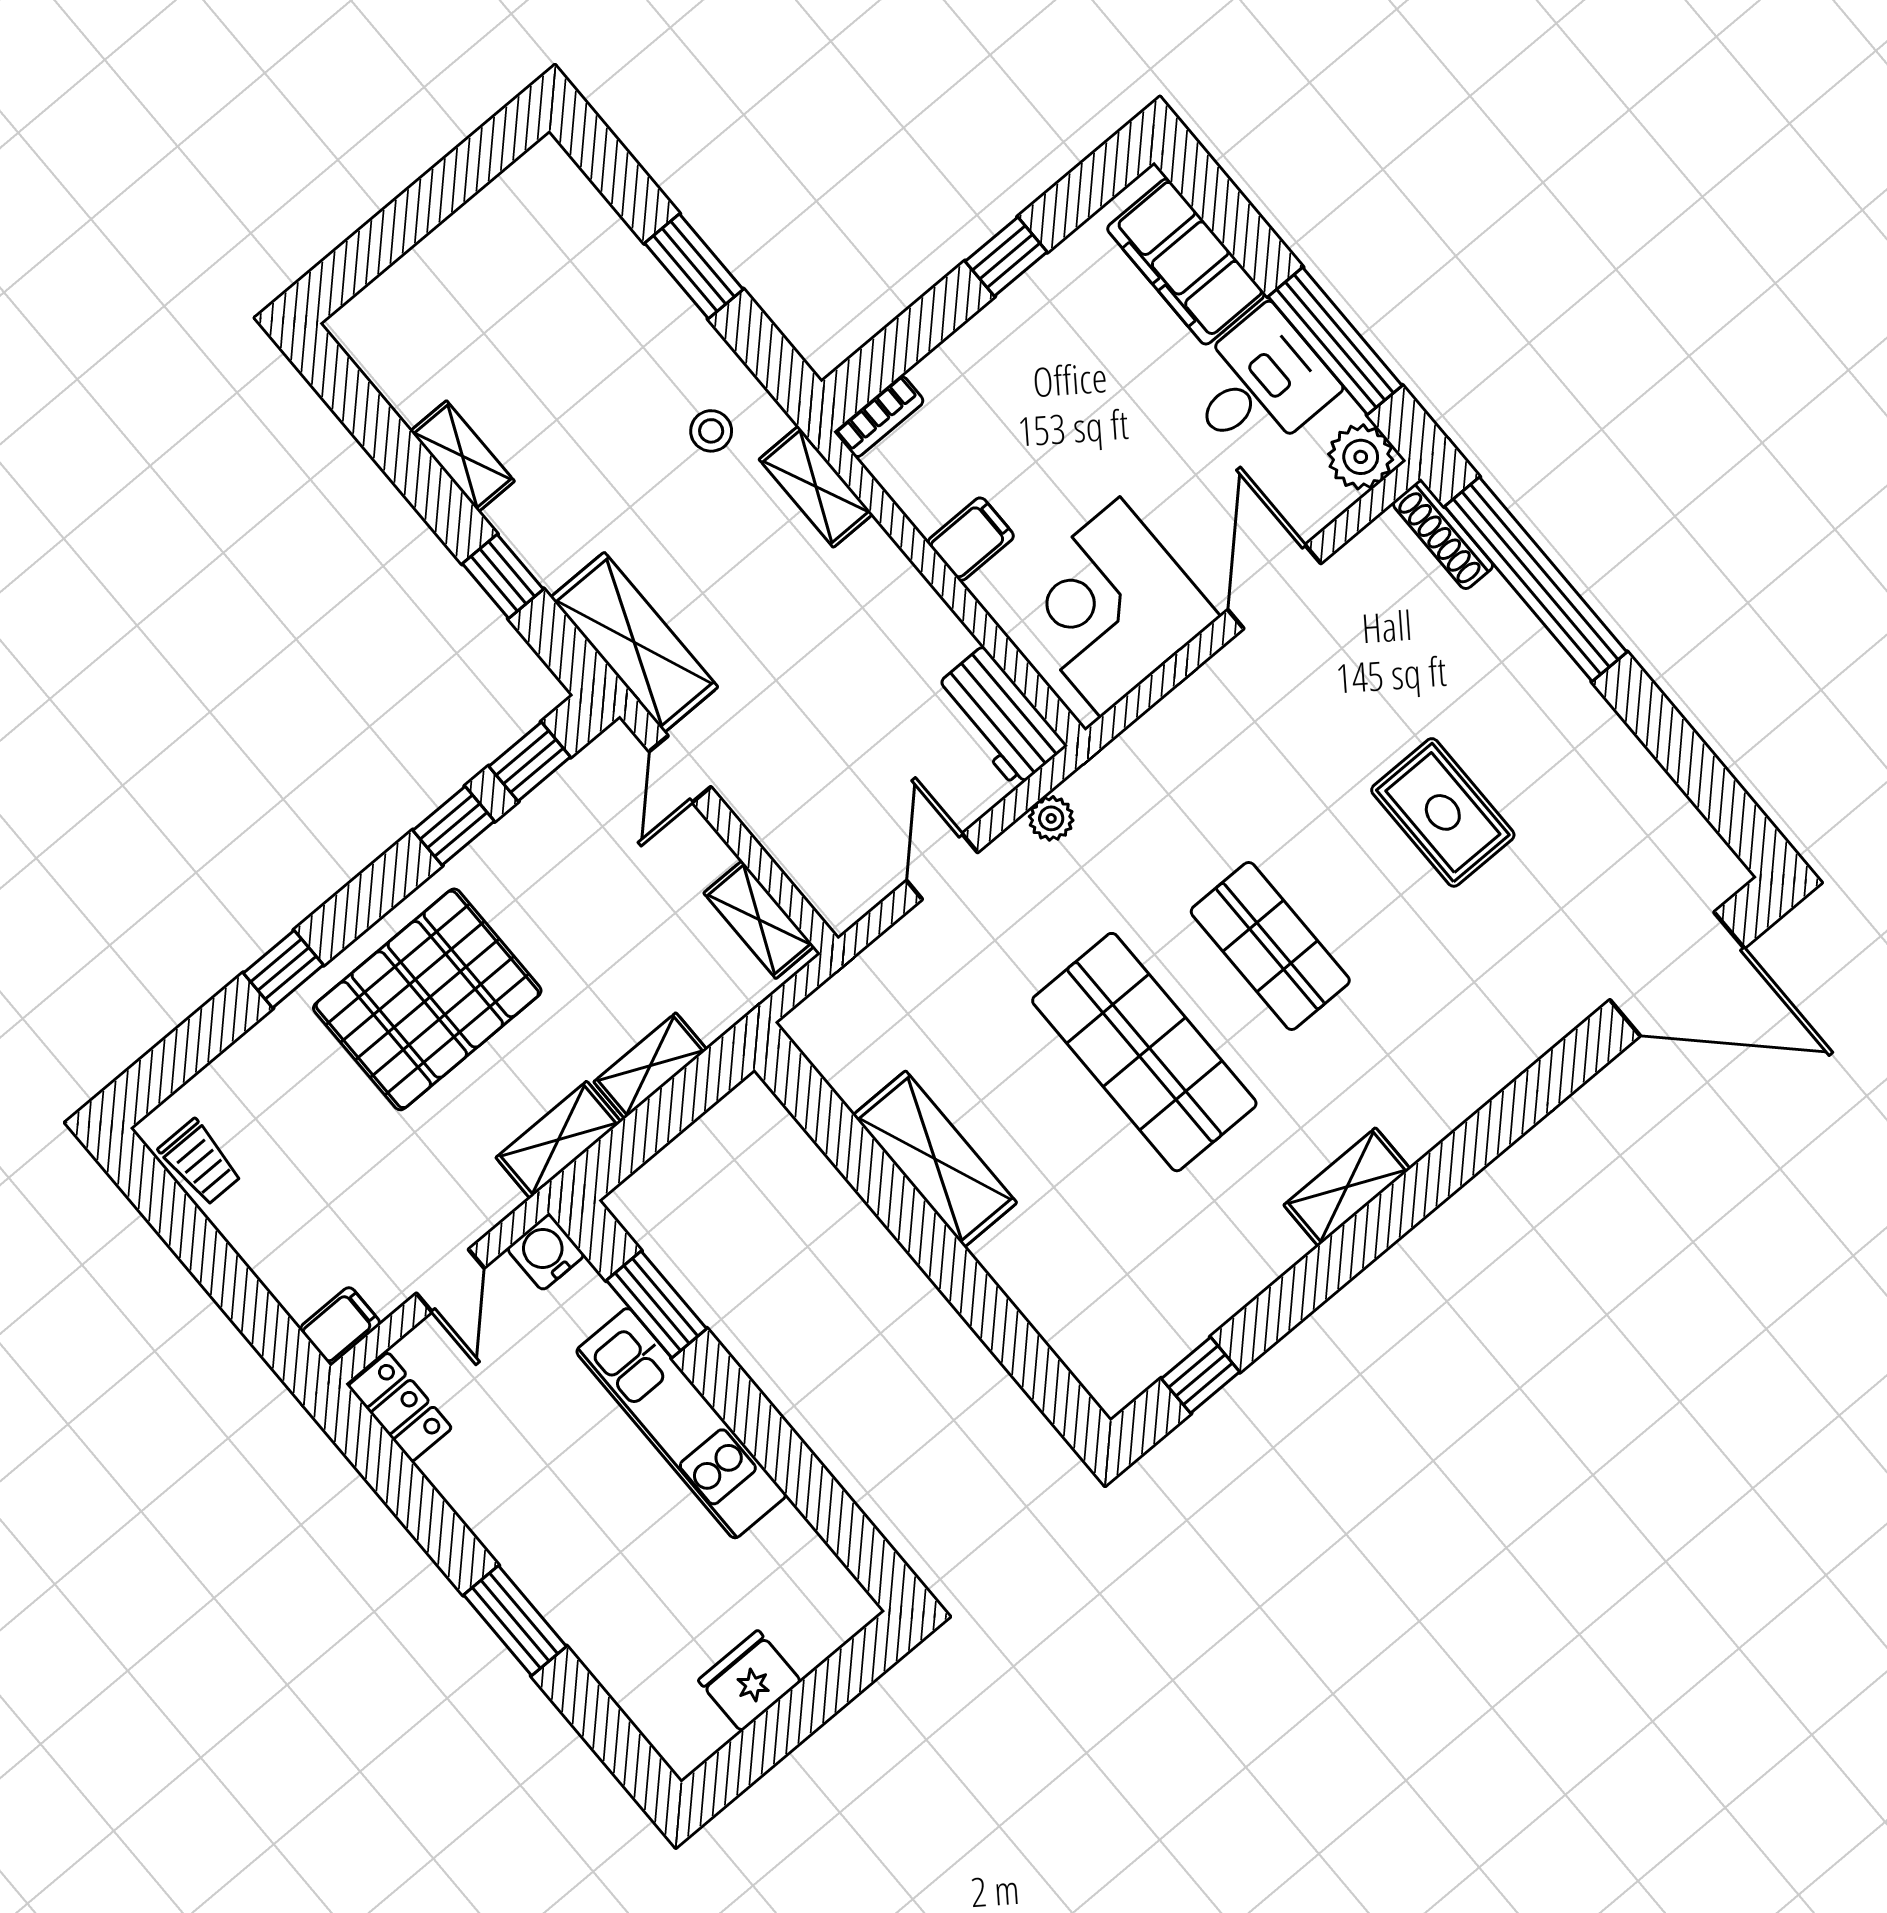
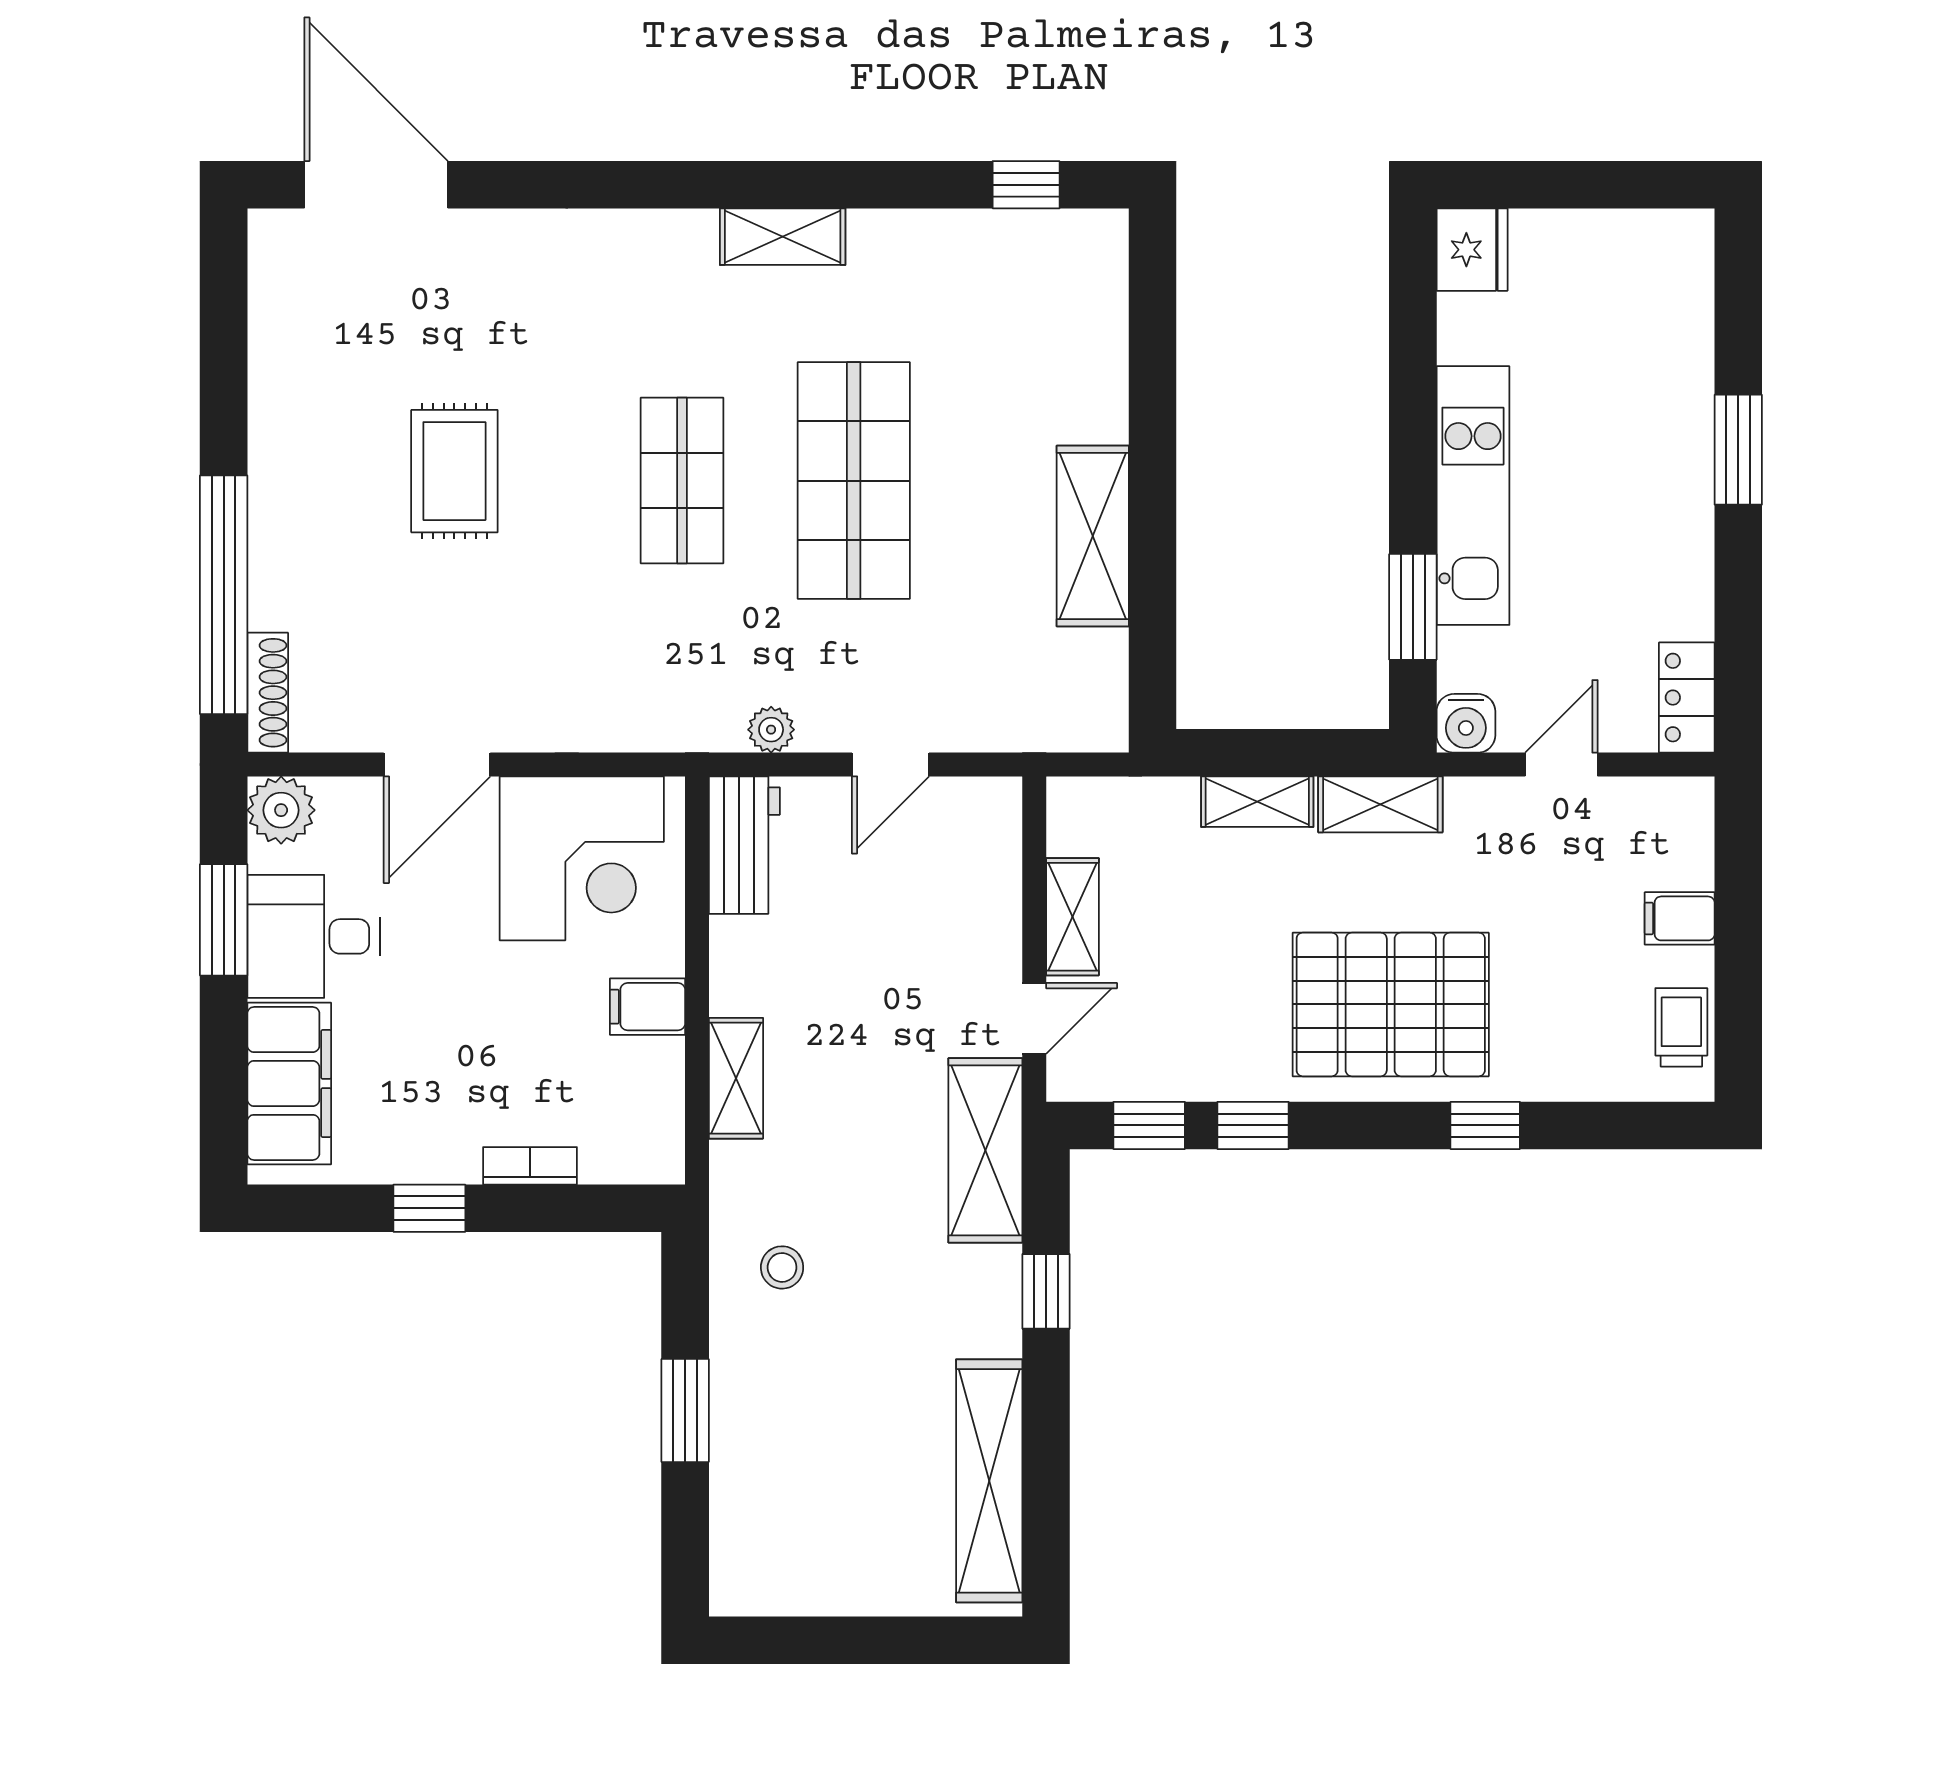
window: (1335, 341) -> (224, 920), width x0.69
bookcase: (879, 417) -> (530, 1166), moved
shelving: (462, 456) -> (989, 1481), width x2.20, depth x1.33
shelving: (816, 487) -> (736, 1078), moved
shelving: (759, 920) -> (1072, 917), moved
filing cabinet: (340, 1326) -> (1680, 918), moved
fridge: (750, 1681) -> (1472, 250), moved, turned -90

